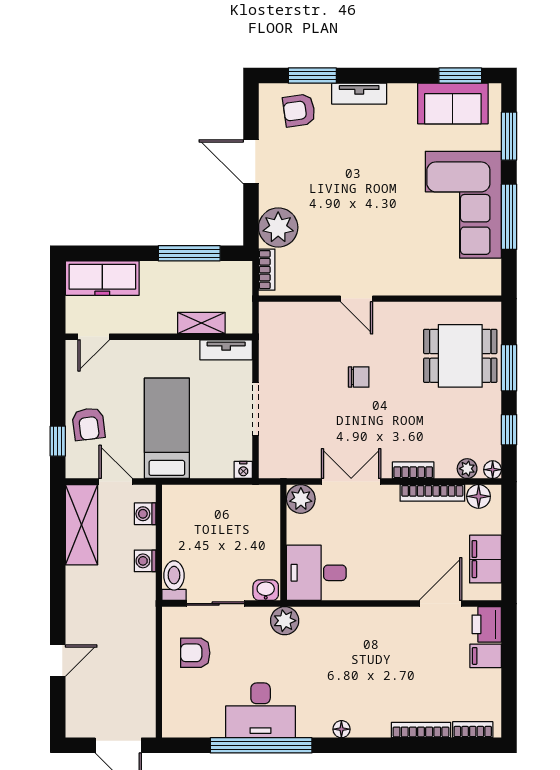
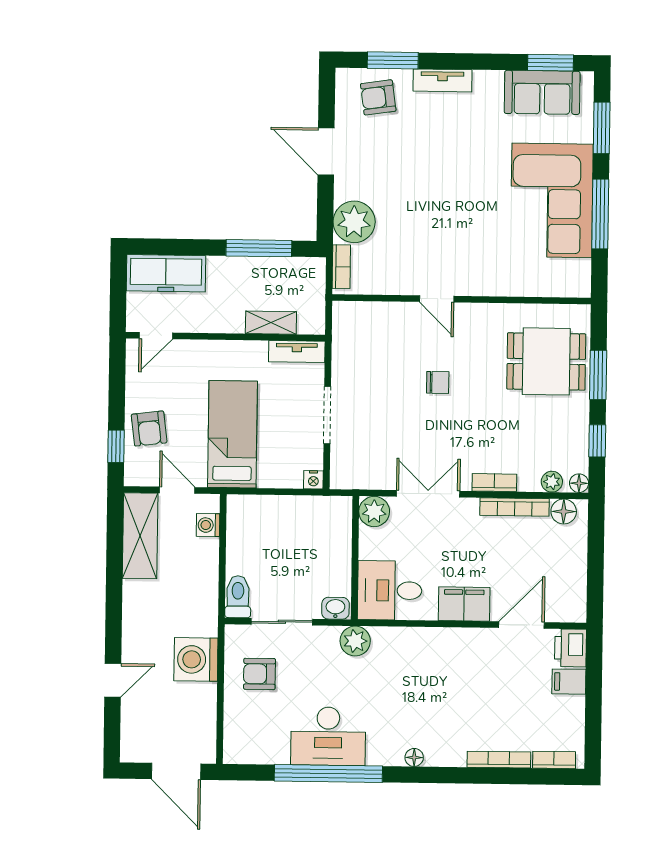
filing cabinet: (485, 559) -> (464, 604), moved, turned 90
washing machine: (145, 561) -> (196, 659), moved, width x1.89, depth x1.89

